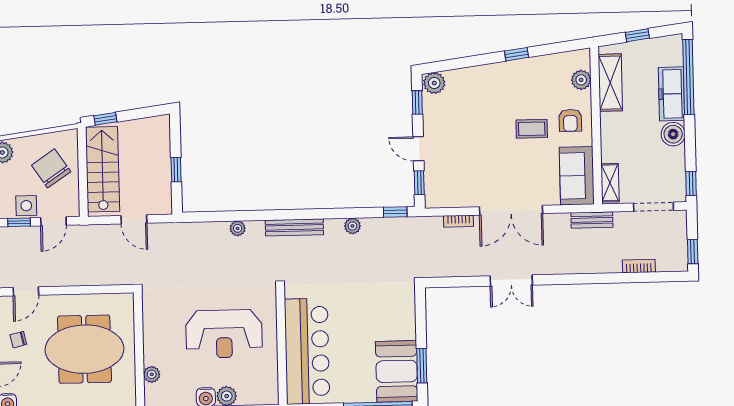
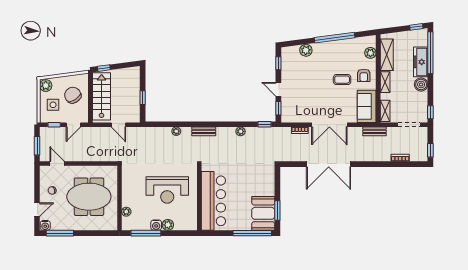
window: (637, 35) -> (416, 27), moved
window: (516, 54) -> (335, 38), width x3.17
plant: (434, 83) -> (306, 50), moved
shelving: (609, 132) -> (385, 82), added
side table: (26, 206) -> (53, 105), moved
bench: (294, 227) -> (204, 131), width x0.73
double door: (511, 280) -> (329, 164), width x1.87
door: (26, 291) -> (57, 164), swing flipped

